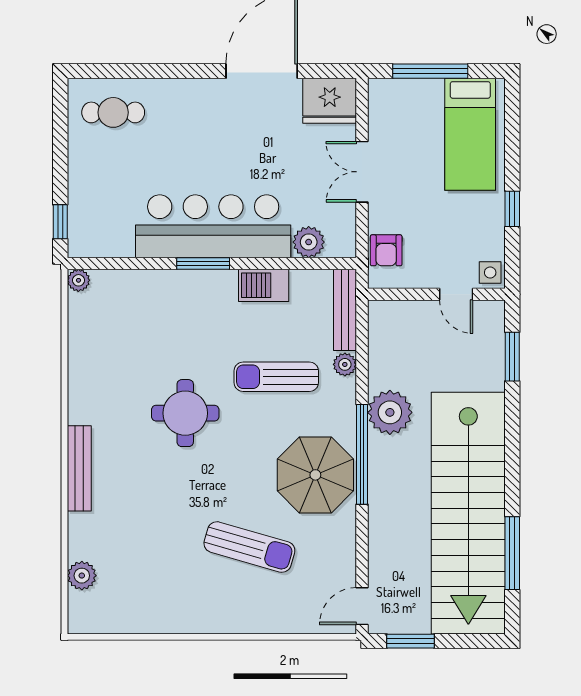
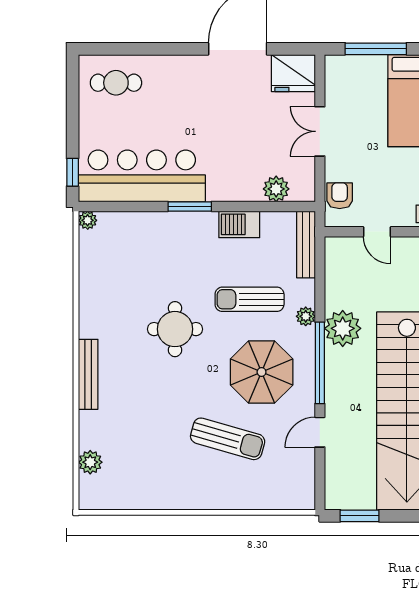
bar counter: (213, 226) -> (142, 176), moved
armchair: (386, 250) -> (340, 196), turned 180
door: (456, 294) -> (377, 232), moved
plant: (345, 364) -> (306, 316), moved
parasol: (315, 475) -> (262, 372), moved
door: (362, 606) -> (320, 432), moved

